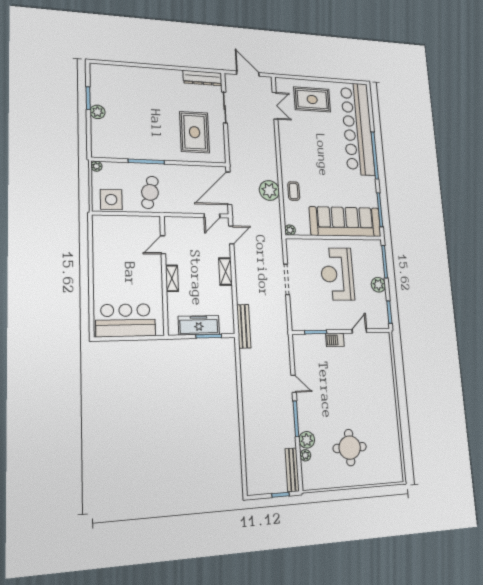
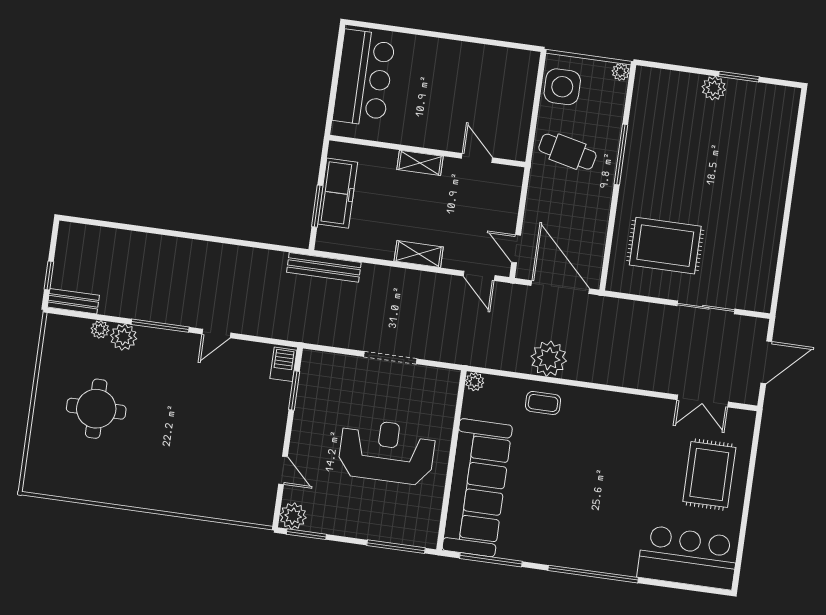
dresser: (203, 78) -> (763, 278), removed
bar counter: (358, 129) -> (688, 557), width x0.54
plant: (378, 285) -> (293, 516), moved
barbecue: (335, 340) -> (283, 364), moved
bench: (292, 470) -> (73, 301), width x0.73

